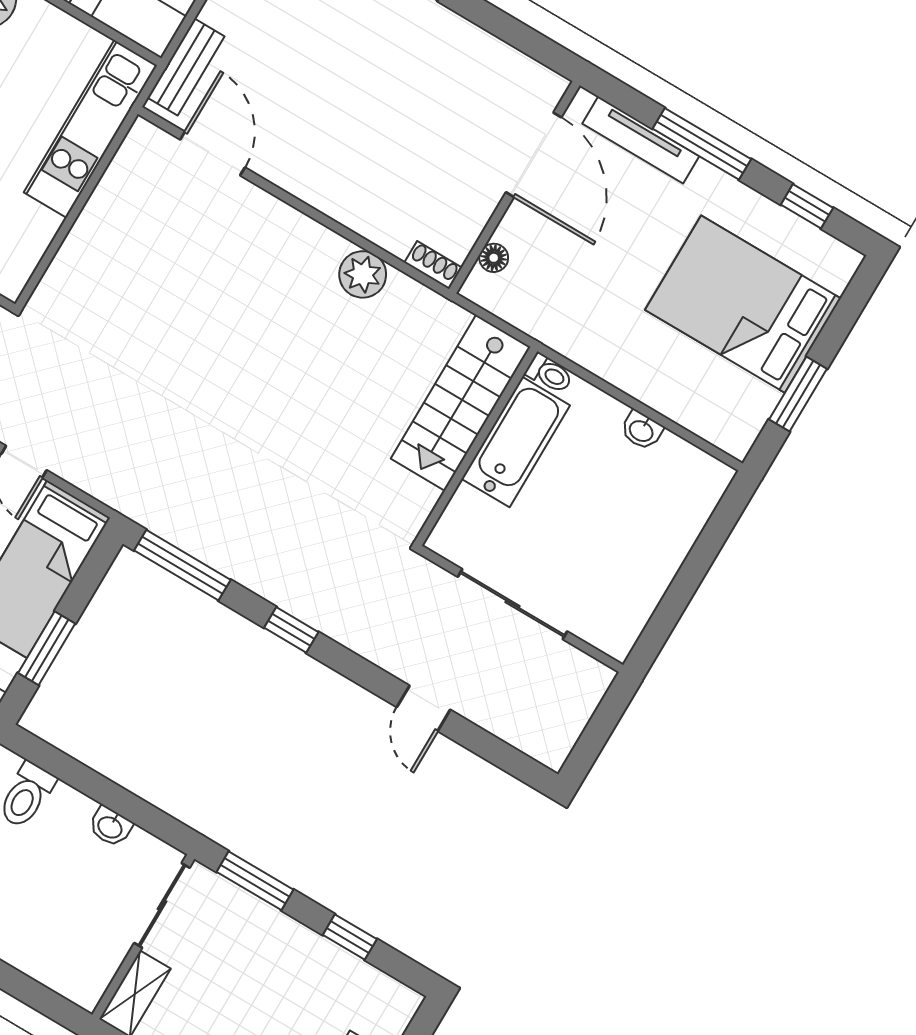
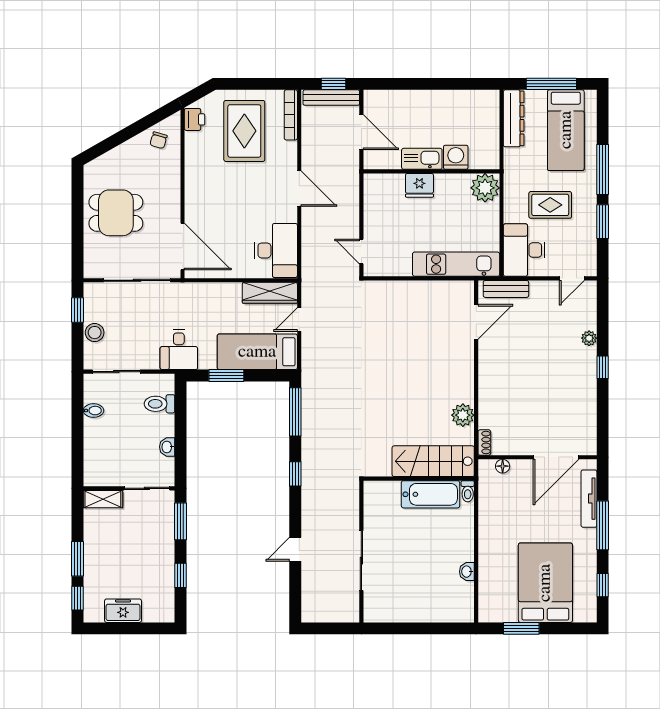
toilet: (549, 374) -> (468, 491), moved
stairs: (461, 403) -> (433, 461), moved
bathtub: (516, 442) -> (430, 494), moved
wall: (476, 446) -> (419, 479), moved

